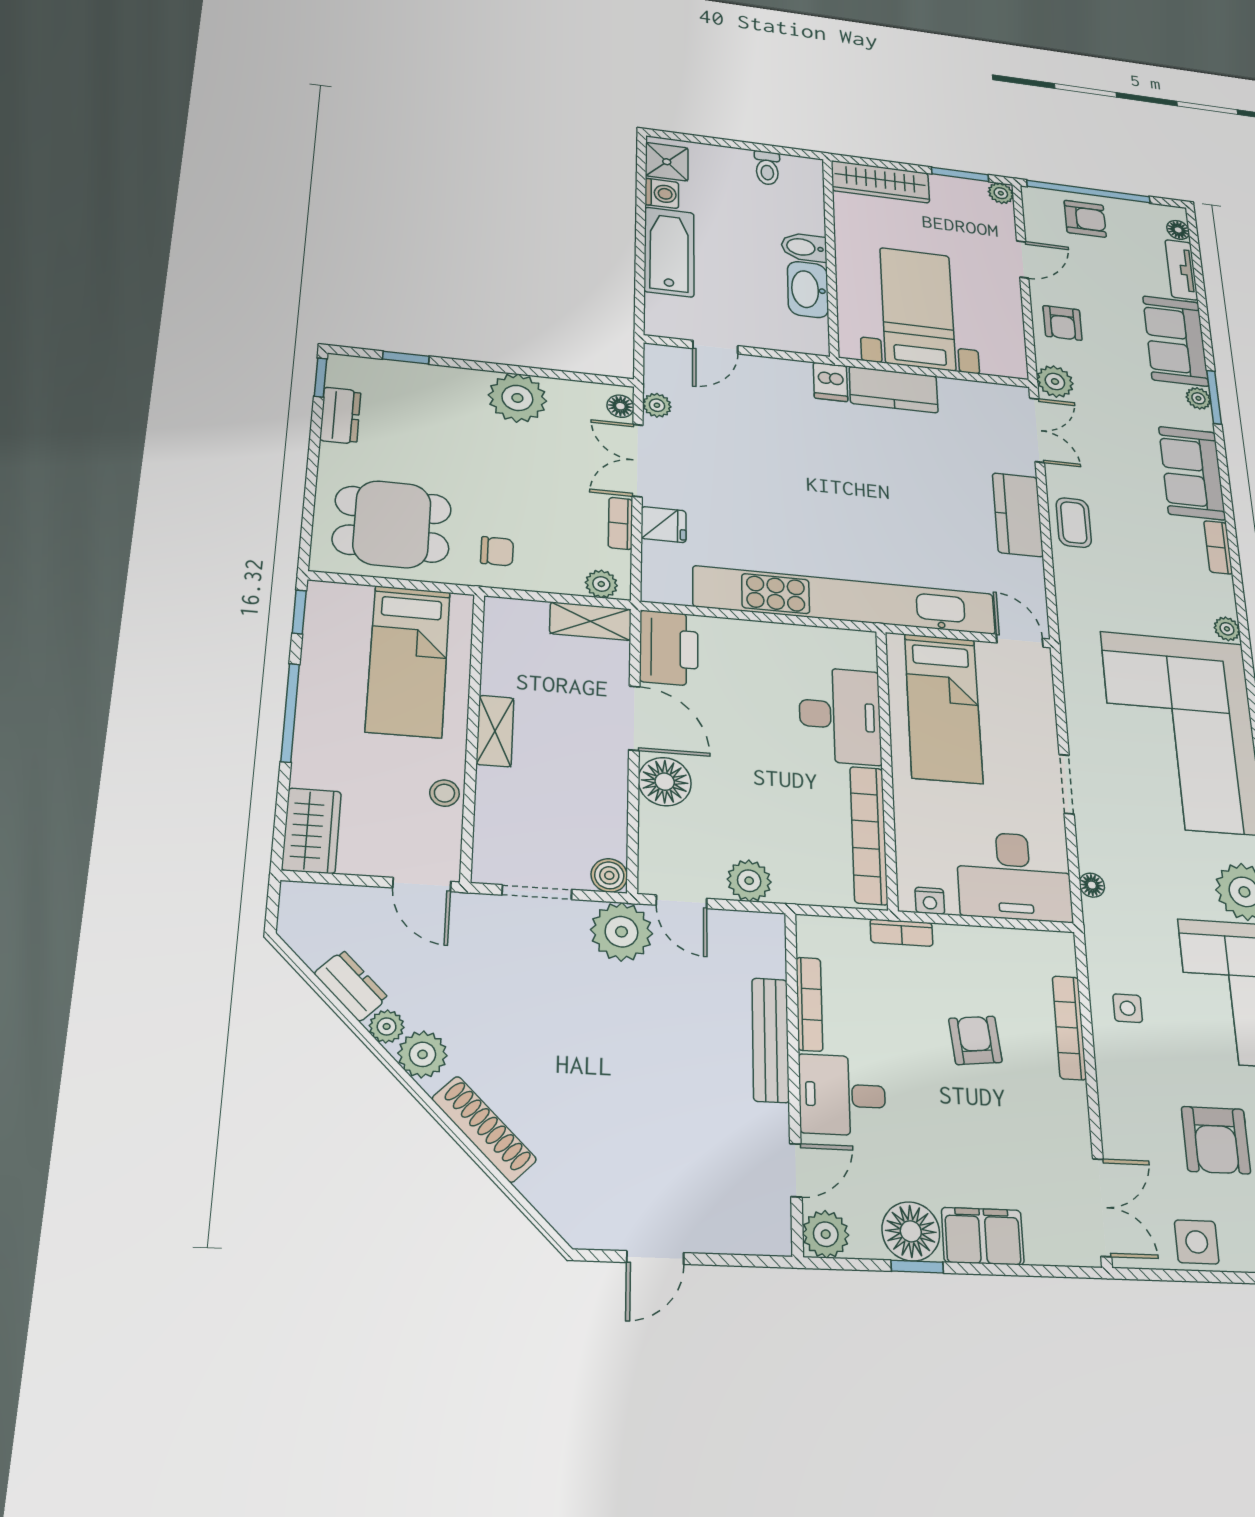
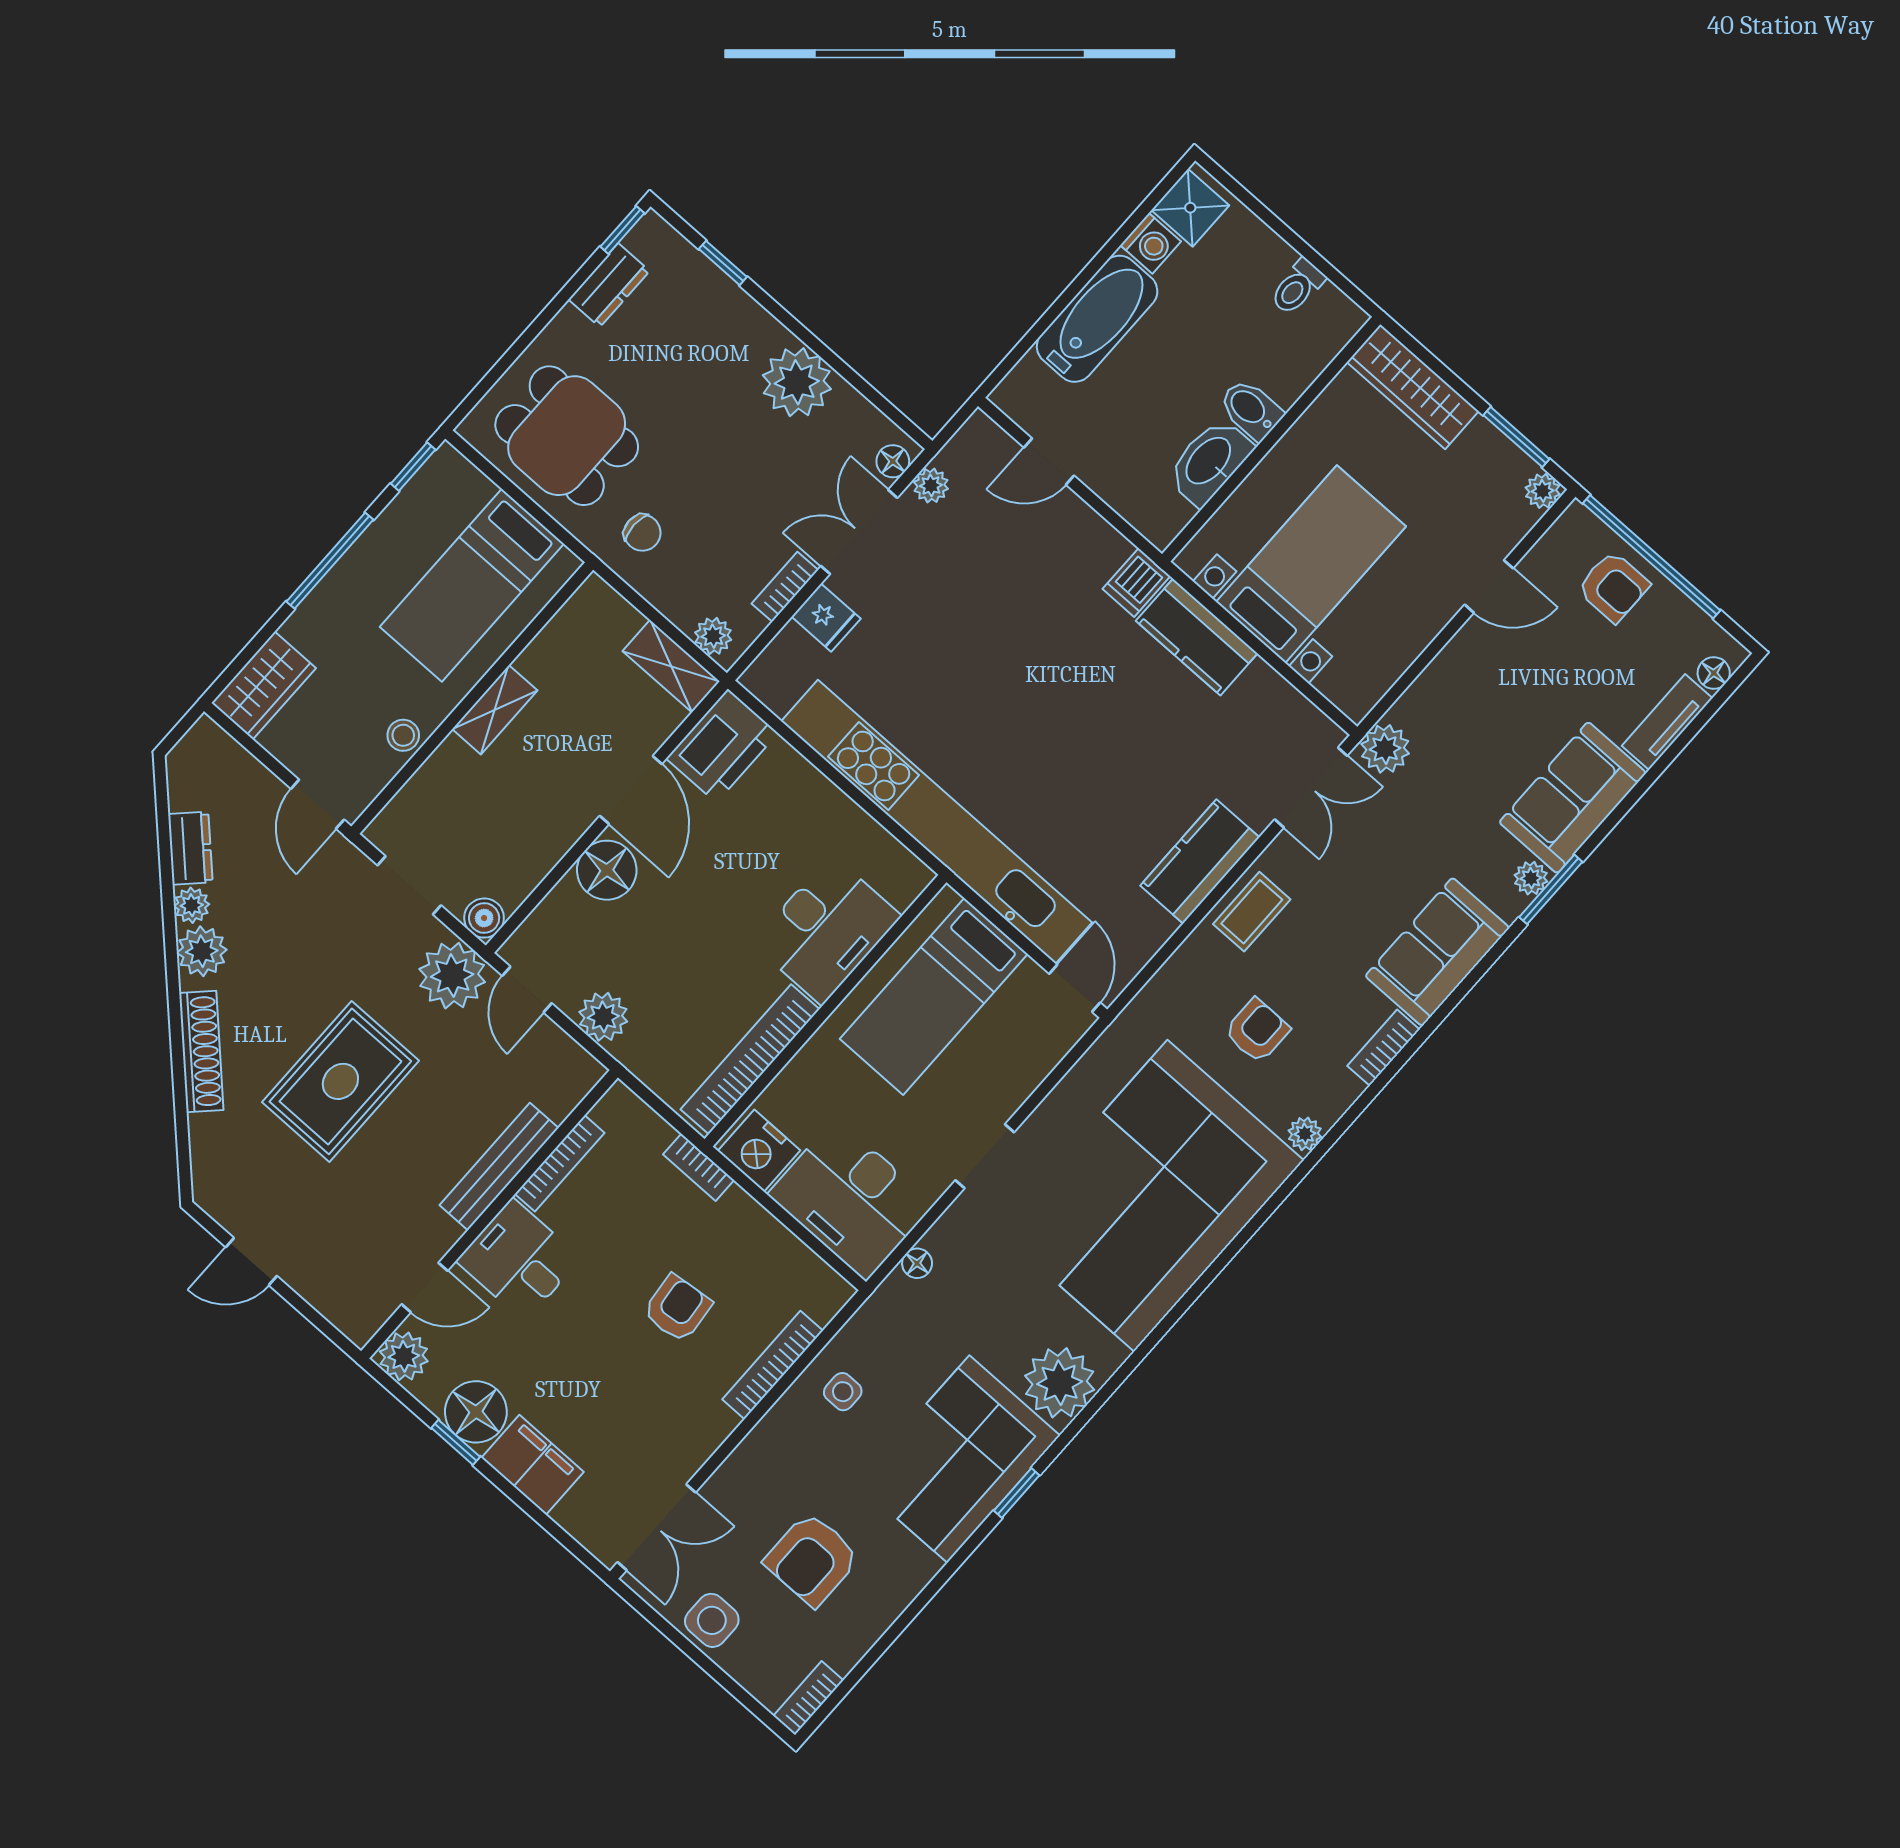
armchair: (1063, 323) -> (1257, 1031), moved, turned 180
nightstand: (930, 901) -> (759, 1151), width x1.89, depth x1.79
rug: (607, 1069) -> (340, 1081), added

